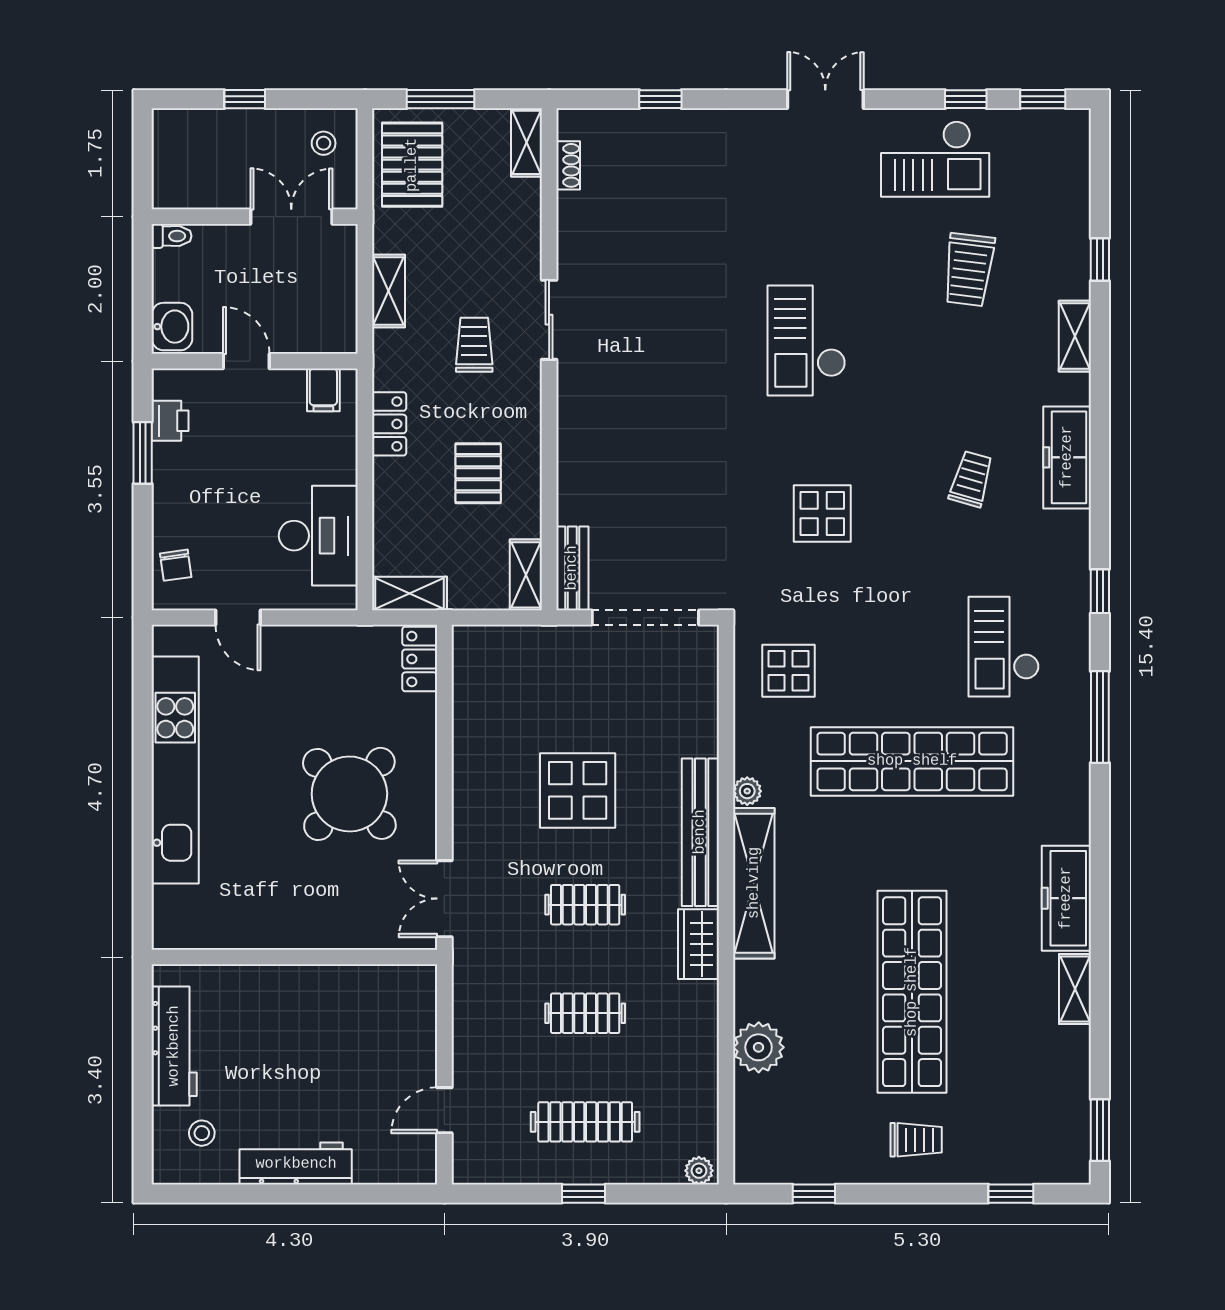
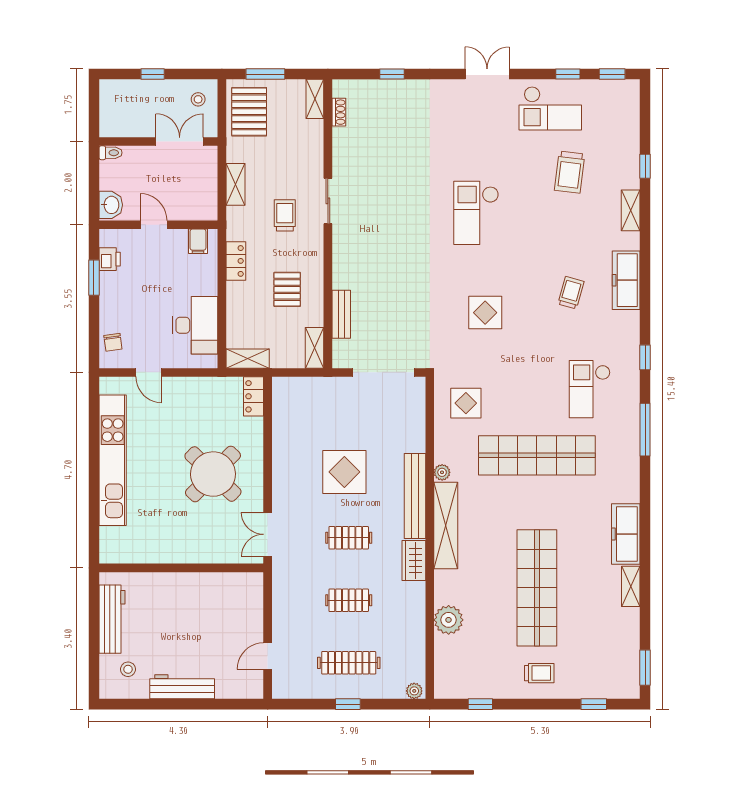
bench: (572, 568) -> (341, 314), moved

